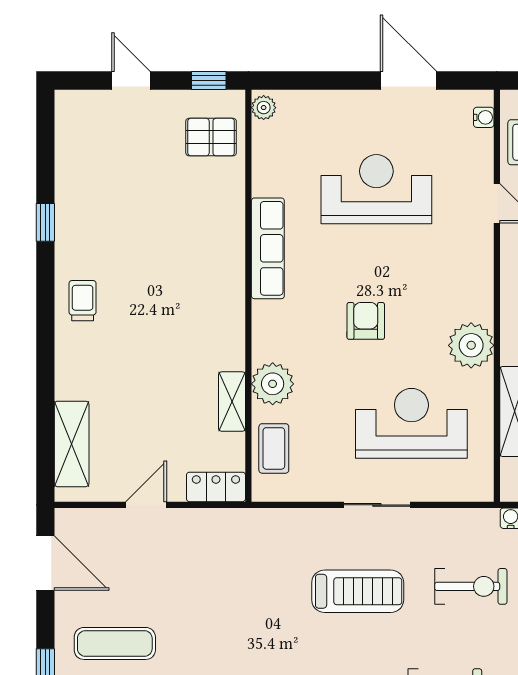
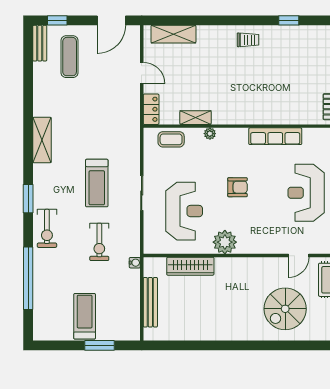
reception desk: (376, 189) -> (306, 193), turned 180
plant: (273, 384) -> (210, 134), width x0.53, depth x0.53

